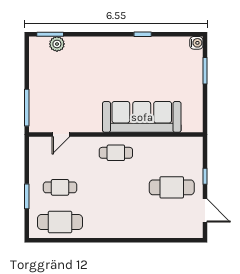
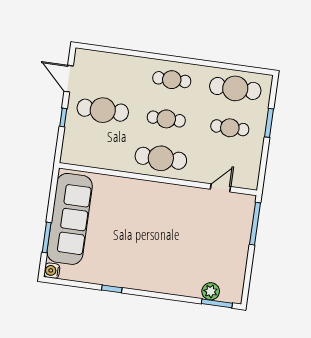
sofa: (142, 117) -> (70, 219), moved, turned -90
cafe table: (116, 153) -> (161, 158), width x1.37, depth x1.35
cafe table: (116, 187) -> (166, 119), added
cafe table: (116, 222) -> (172, 80), added

